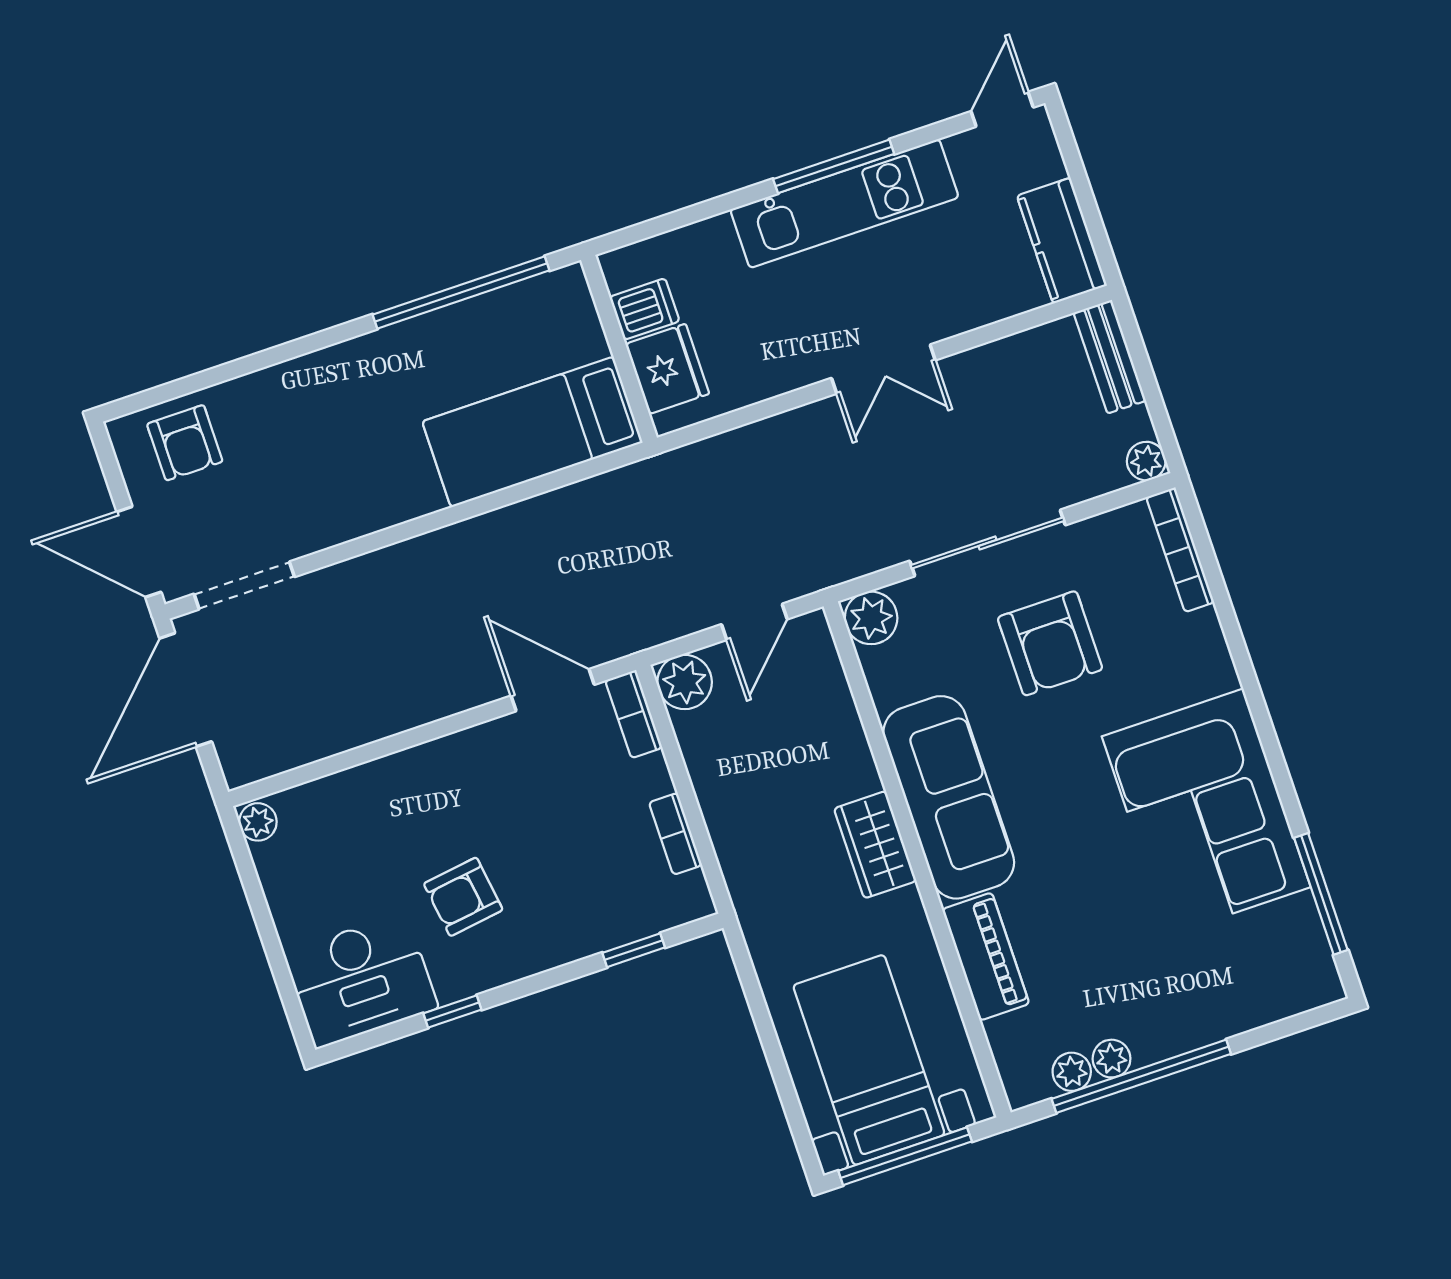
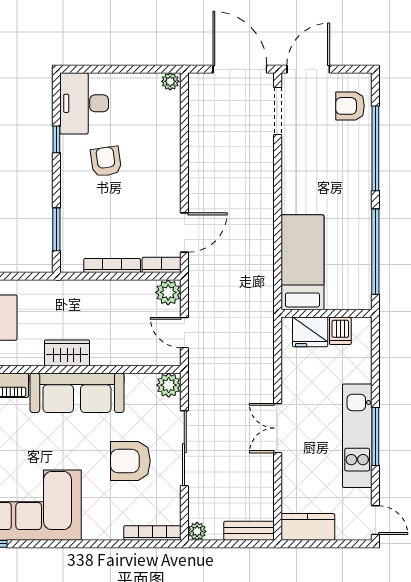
window: (253, 363) -> (375, 148), added
bookcase: (675, 834) -> (112, 265), width x1.56
window: (634, 950) -> (56, 229), width x1.50

